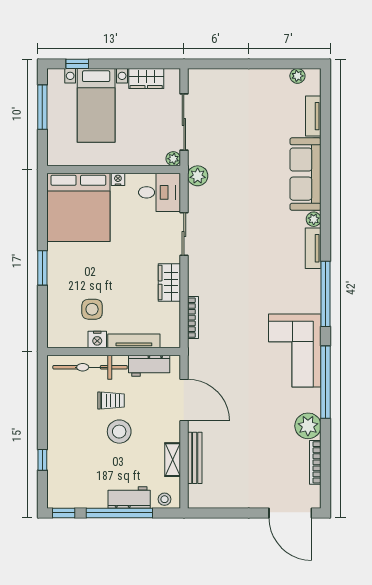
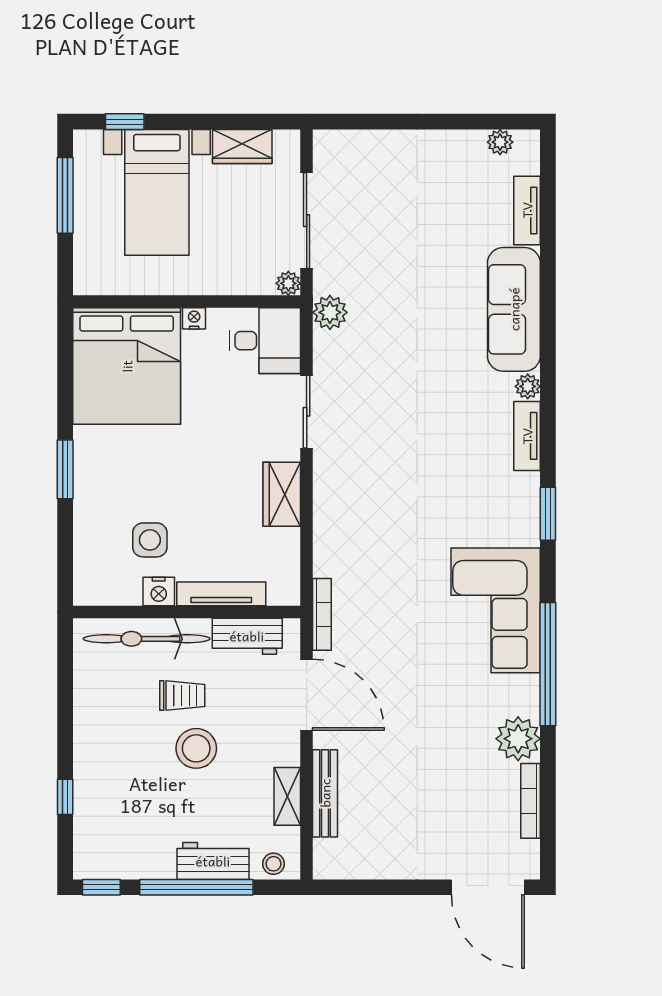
window: (325, 294) -> (548, 514), width x0.47
bookcase: (193, 318) -> (322, 614), moved

